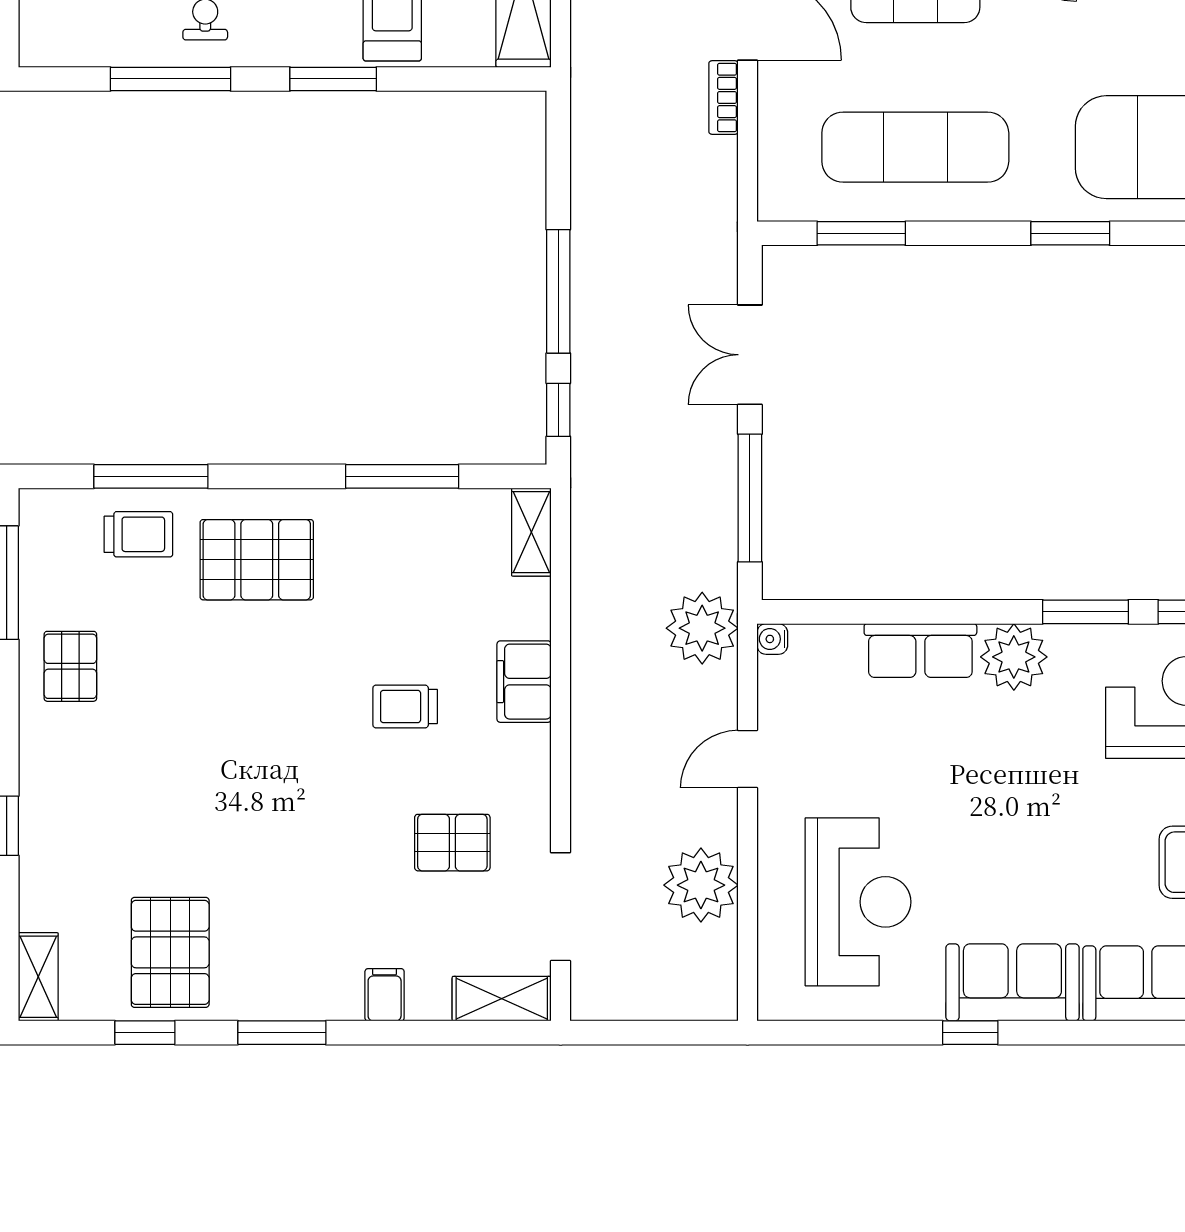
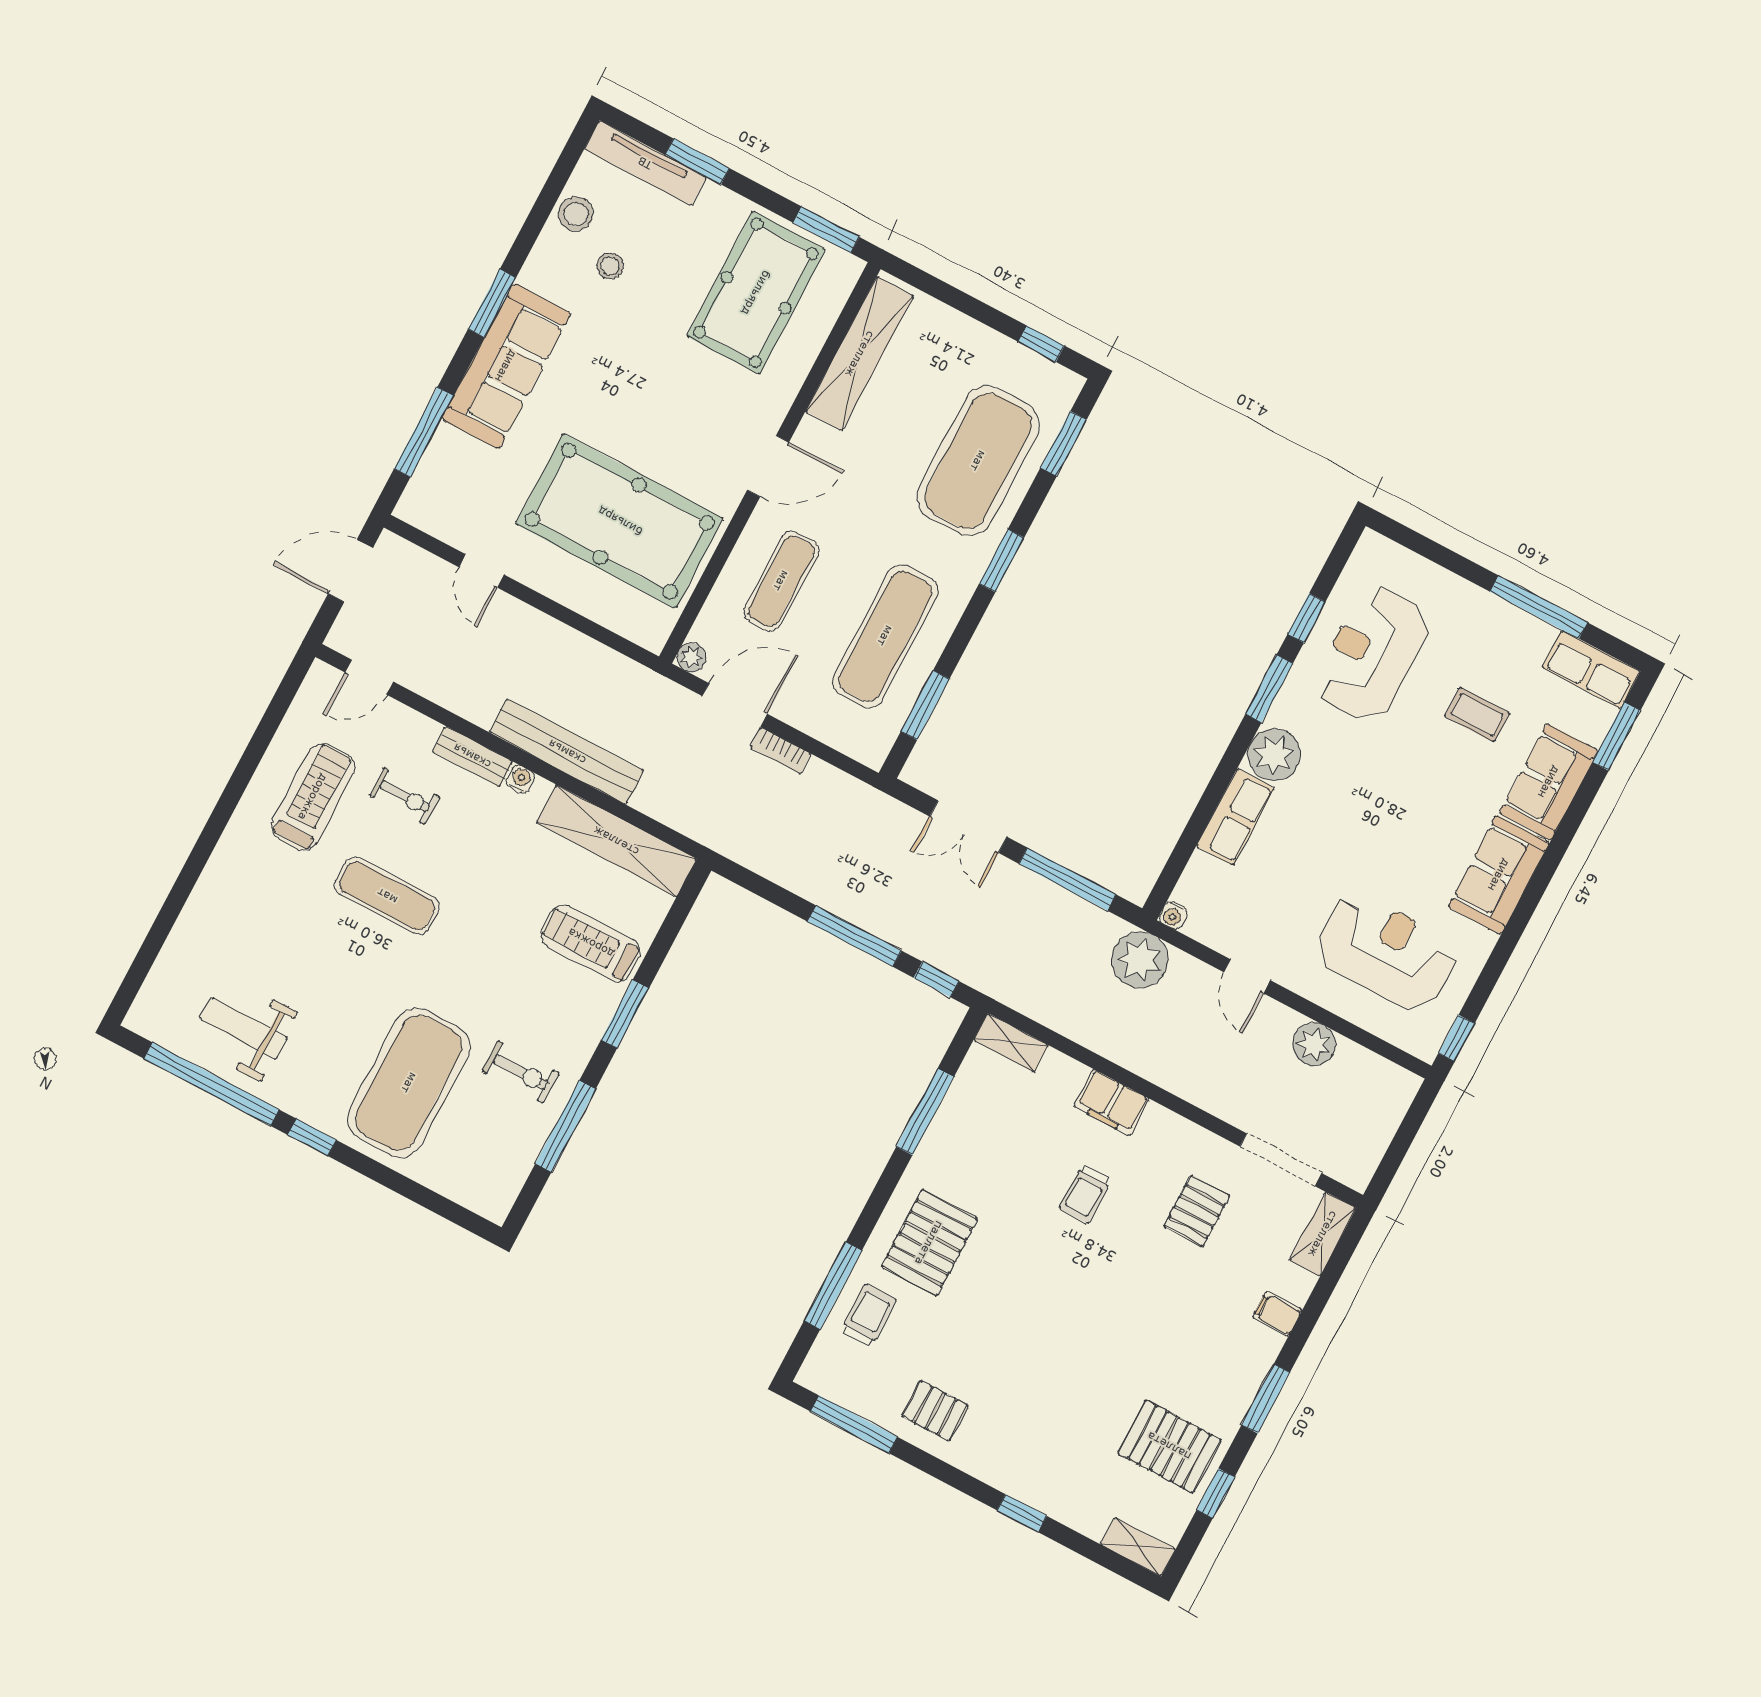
plant: (701, 885) -> (1314, 1044), width x0.73, depth x0.73
window: (970, 1033) -> (1457, 1038), moved

